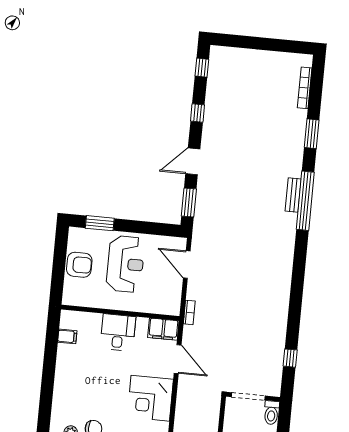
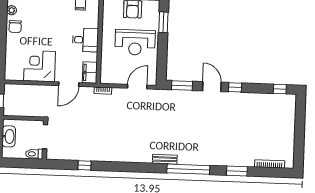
window: (197, 113) -> (235, 87), moved
bench: (293, 195) -> (165, 159), moved
window: (290, 358) -> (85, 165), moved

